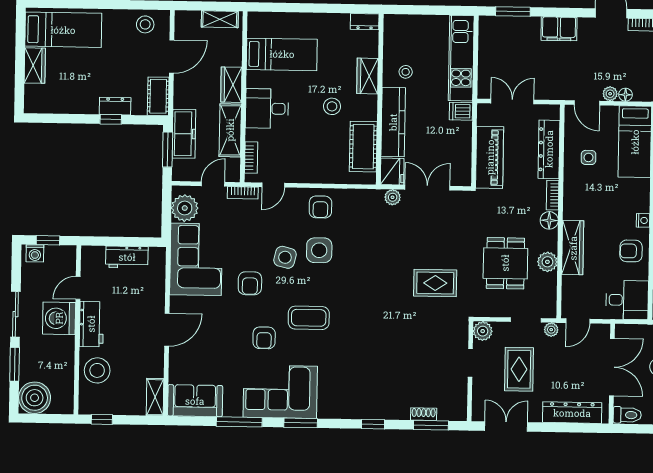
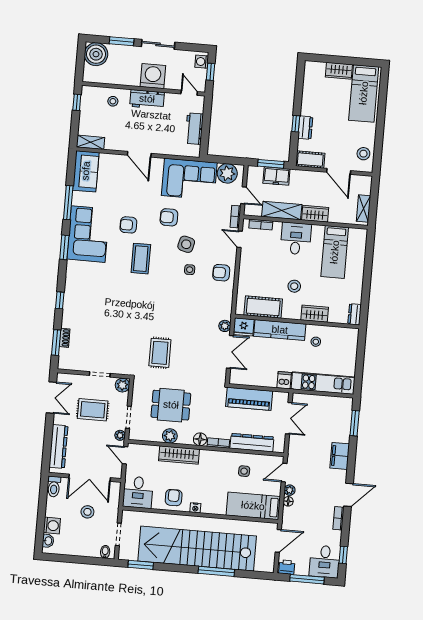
freezer: (184, 134) -> (276, 176), width x0.71
side table: (319, 250) -> (190, 270), width x0.54, depth x0.54
door: (78, 288) -> (189, 93), moved
stool: (97, 370) -> (113, 101), width x0.53, depth x0.53

